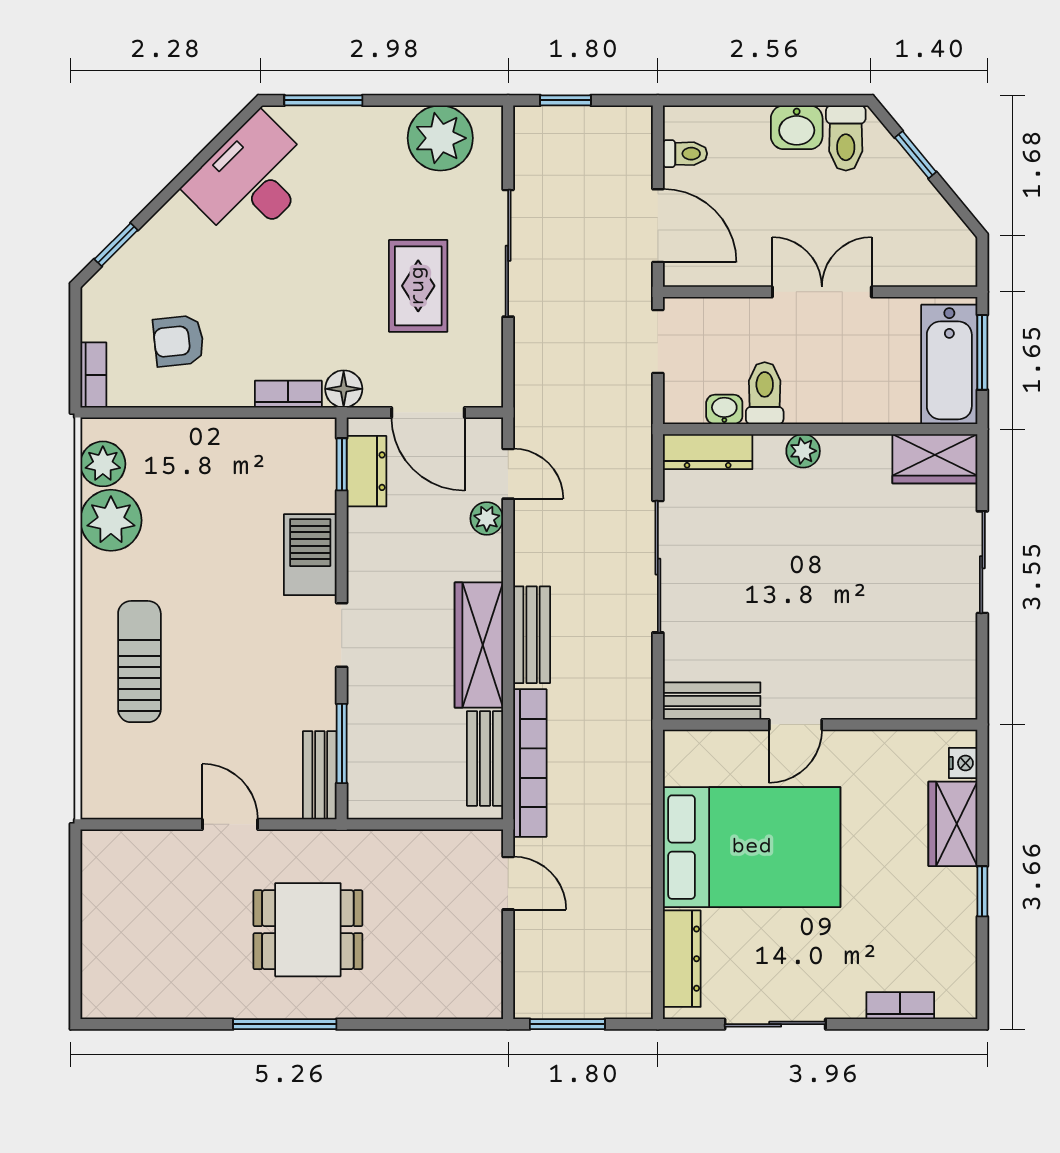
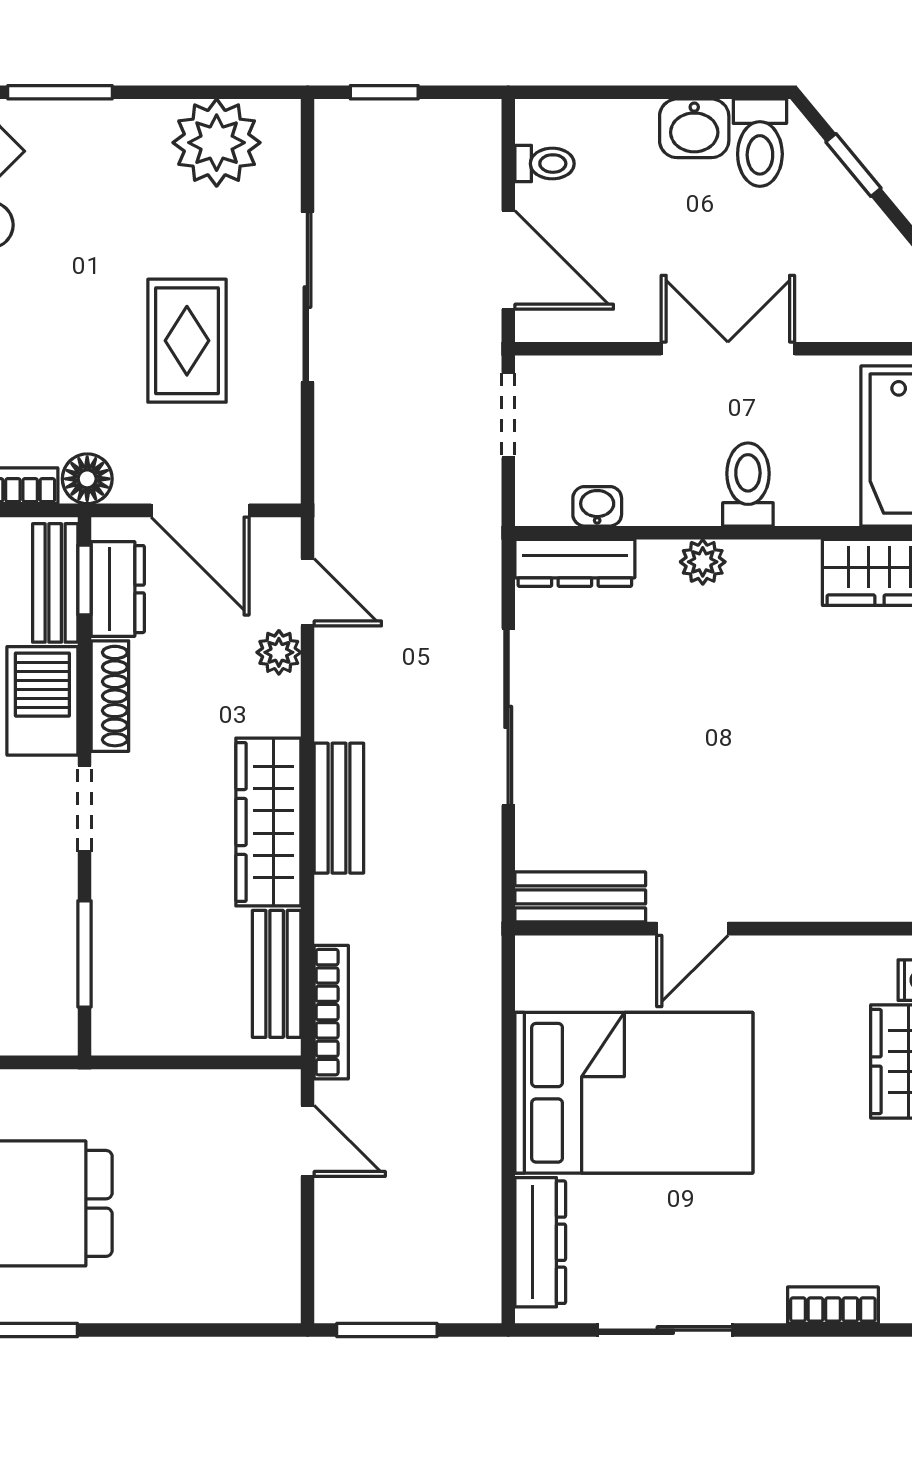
toilet: (765, 393) -> (748, 484), moved
shoe rack: (361, 551) -> (110, 696), added
bookcase: (530, 763) -> (331, 1012), width x0.68, depth x0.76
bench: (320, 775) -> (55, 583), moved

